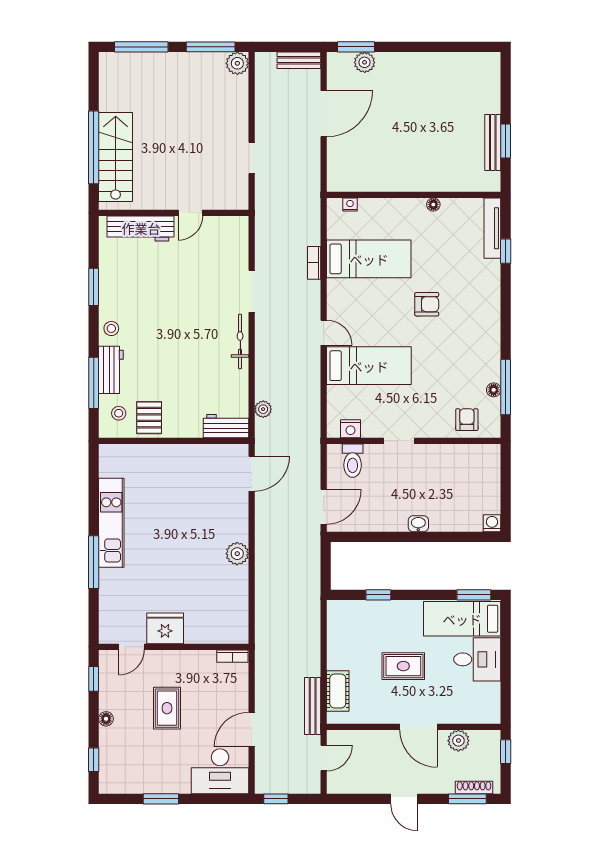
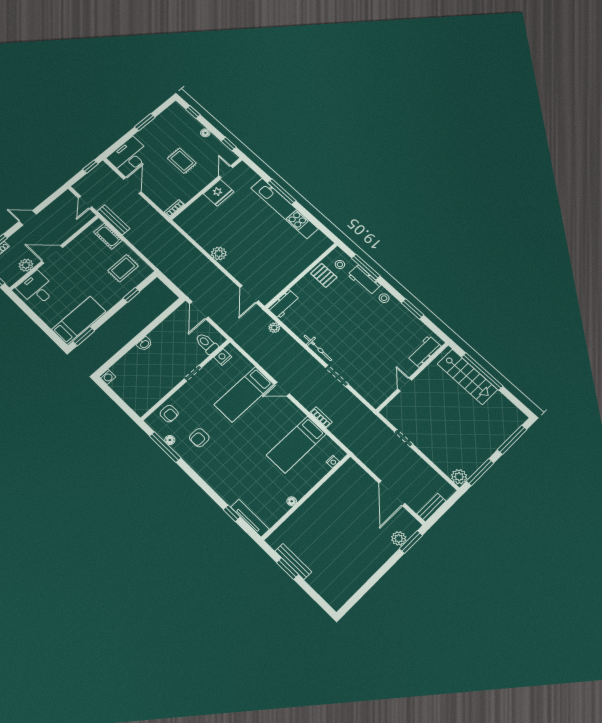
workbench: (141, 228) -> (424, 351), width x0.73
armchair: (427, 304) -> (199, 438), moved
kitchen unit: (111, 523) -> (284, 208), width x1.36
desk: (477, 659) -> (37, 289), moved, turned 90
rug: (403, 666) -> (123, 268), moved

